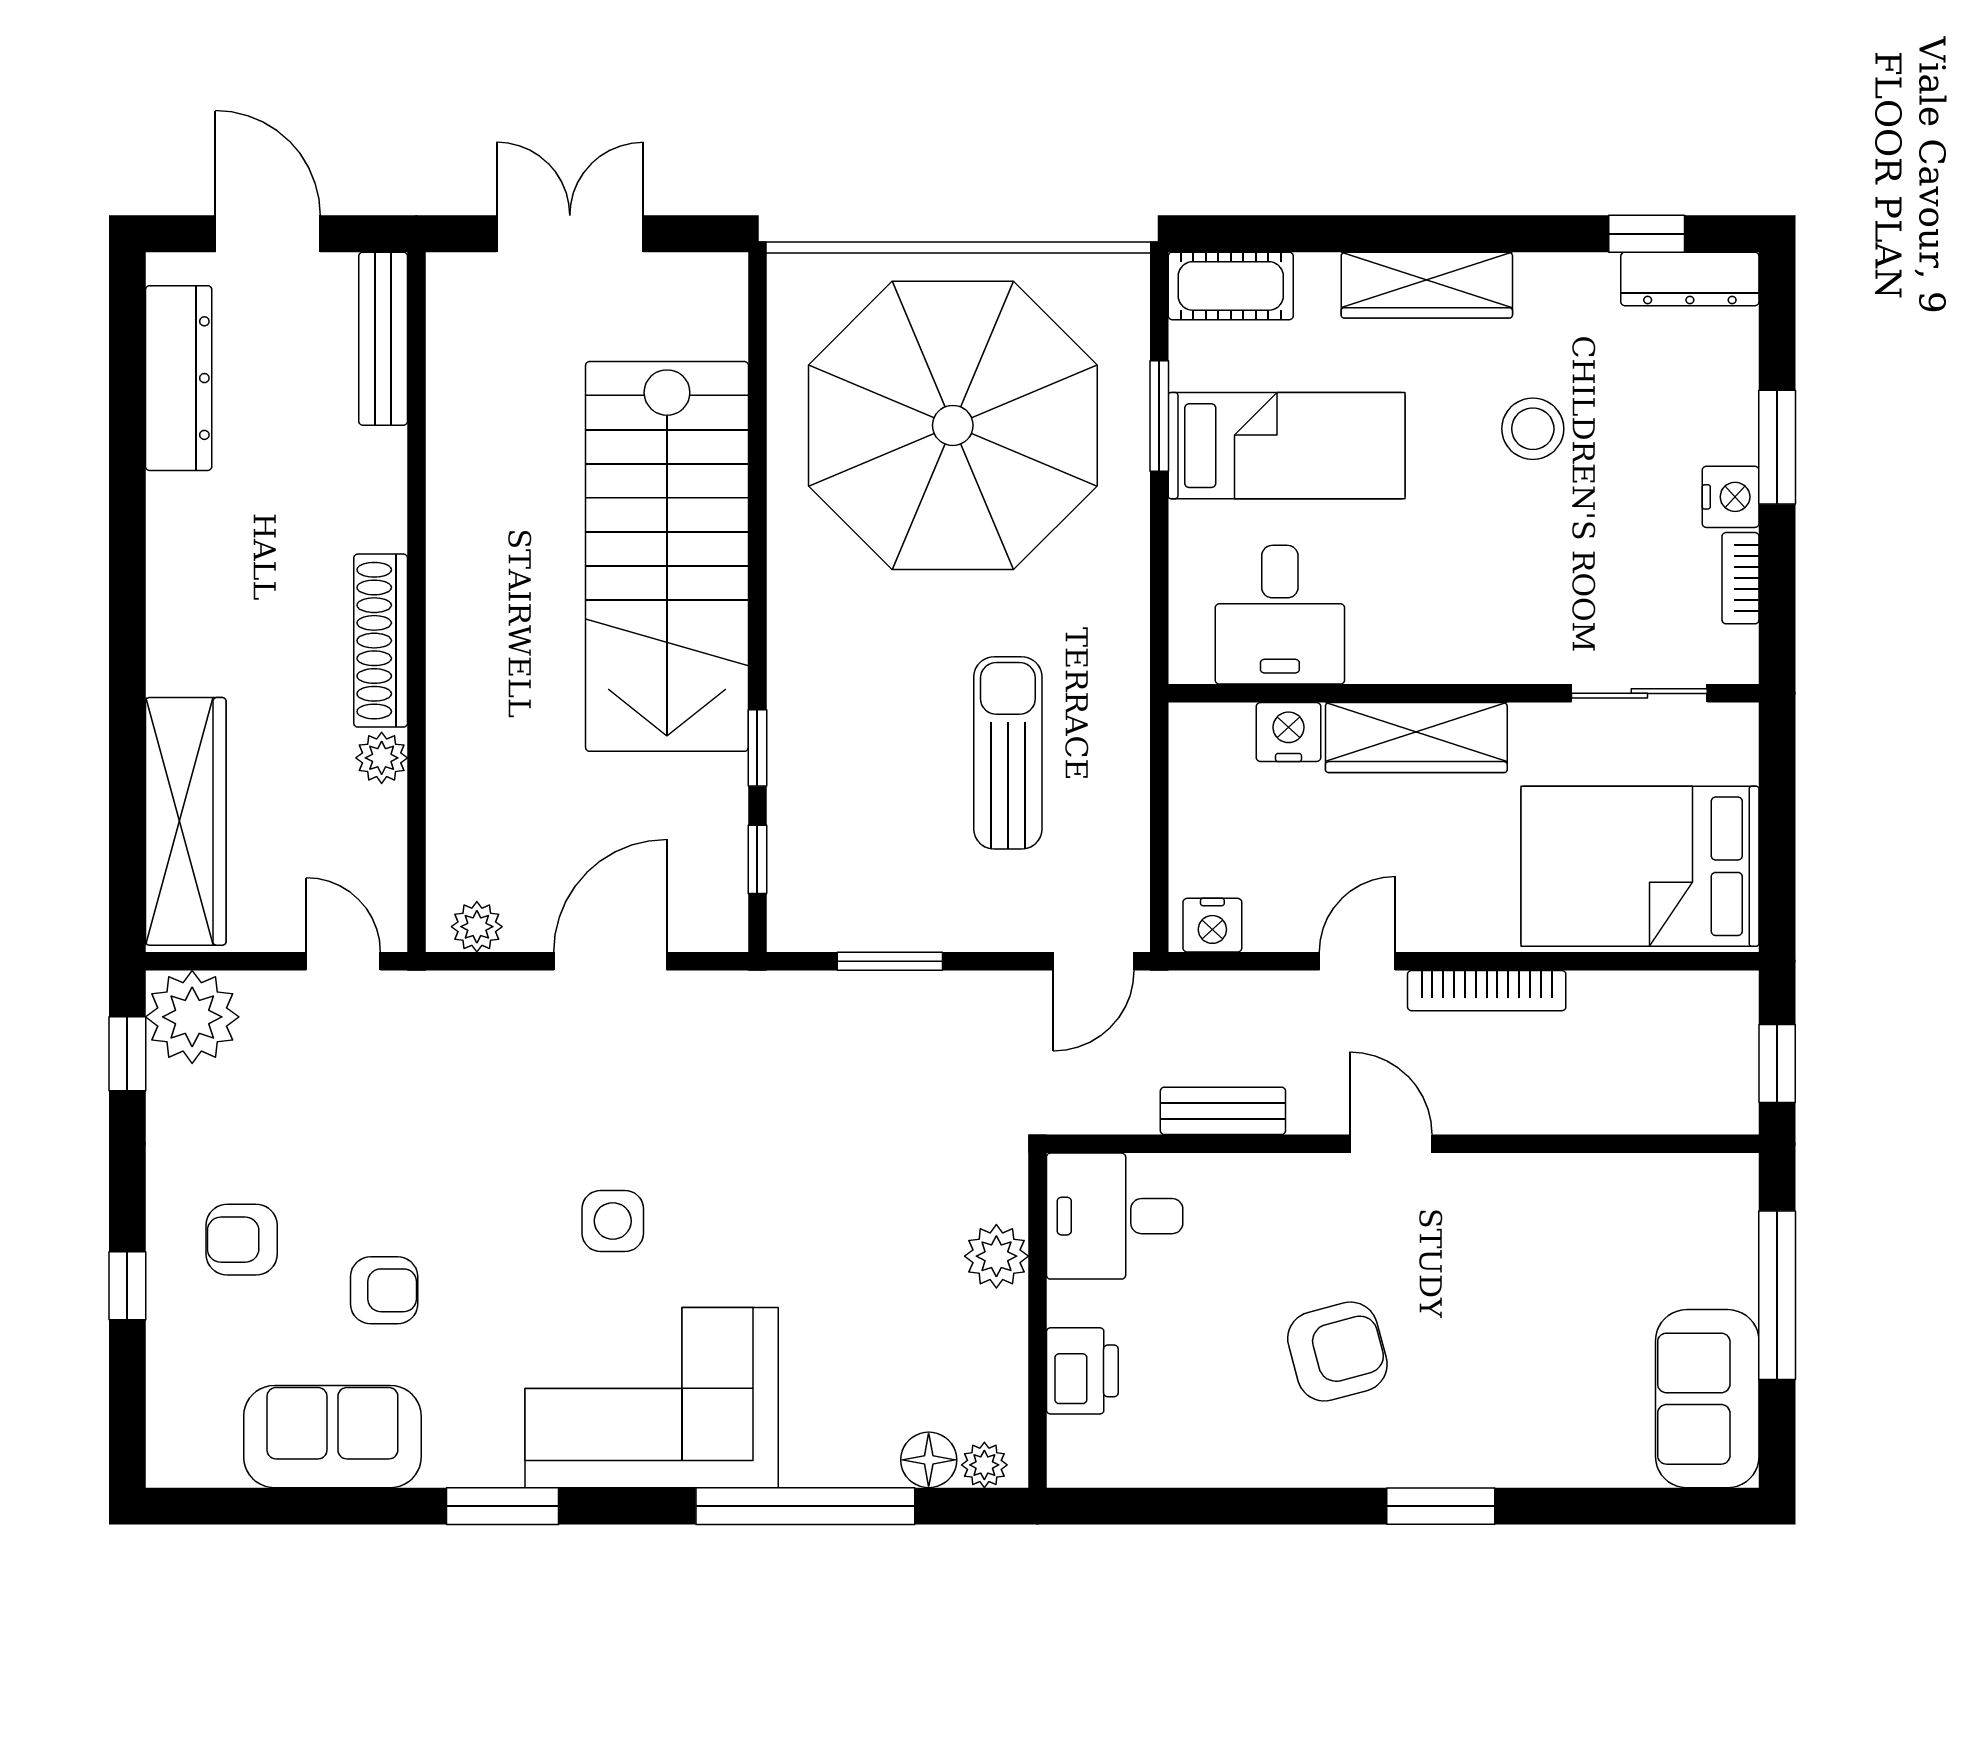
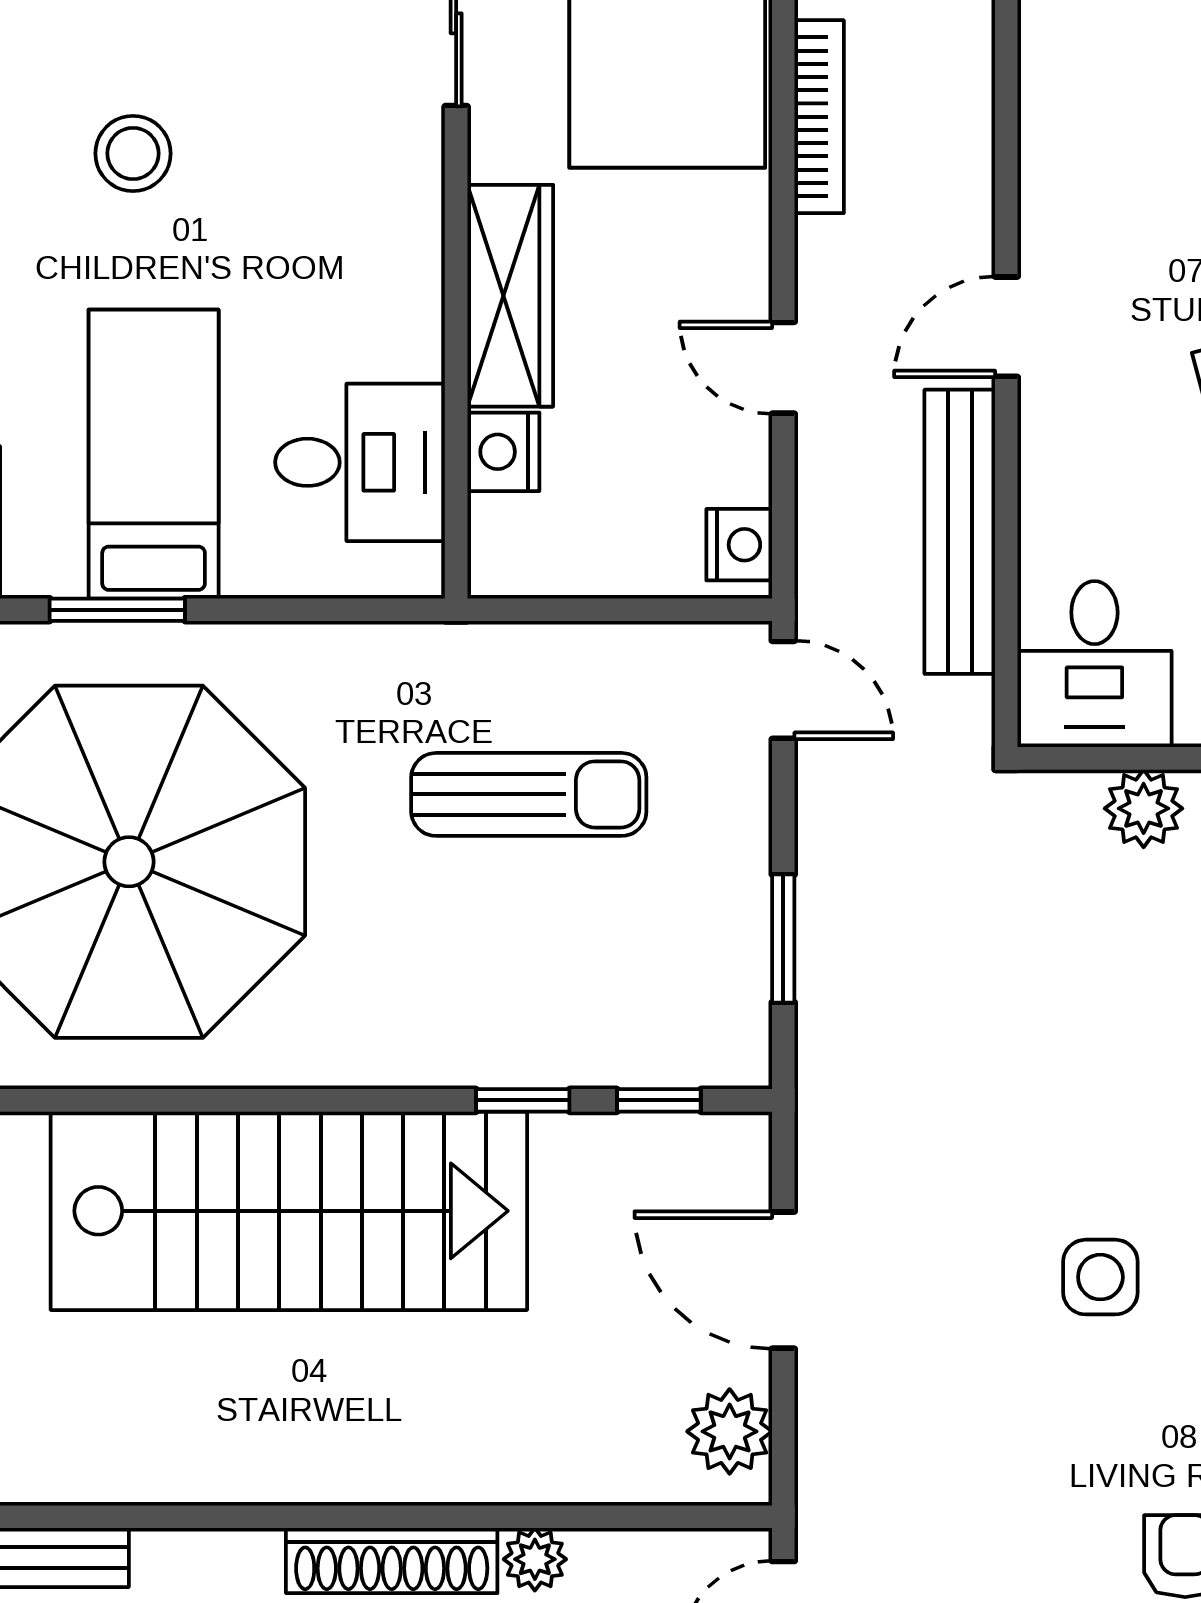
sun lounger: (1008, 753) -> (529, 794), turned 180
plant: (477, 927) -> (730, 1431), width x1.38, depth x1.38
bookcase: (1487, 991) -> (819, 117), moved
bench: (1223, 1111) -> (960, 532), width x1.86, depth x1.21

